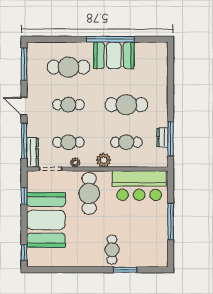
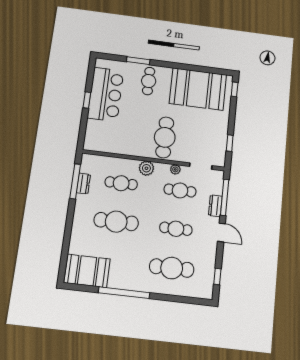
booth: (114, 55) -> (87, 271), moved
window: (24, 64) -> (217, 276), width x0.46
dresser: (33, 153) -> (215, 206), moved, width x0.70
bar counter: (139, 186) -> (106, 94), moved, turned 90
booth: (46, 220) -> (198, 89), moved, turned 90
window: (171, 221) -> (87, 100), width x0.46

